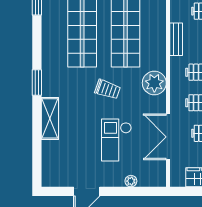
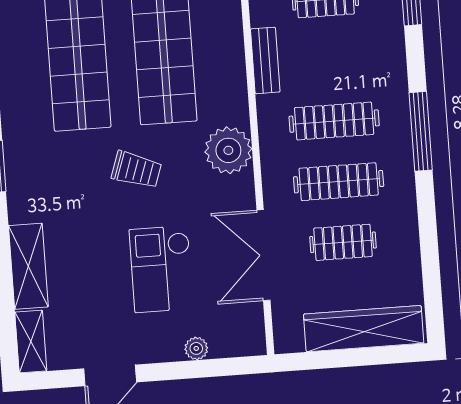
shelving: (50, 118) -> (28, 266), moved
shelving: (48, 171) -> (31, 341), added

